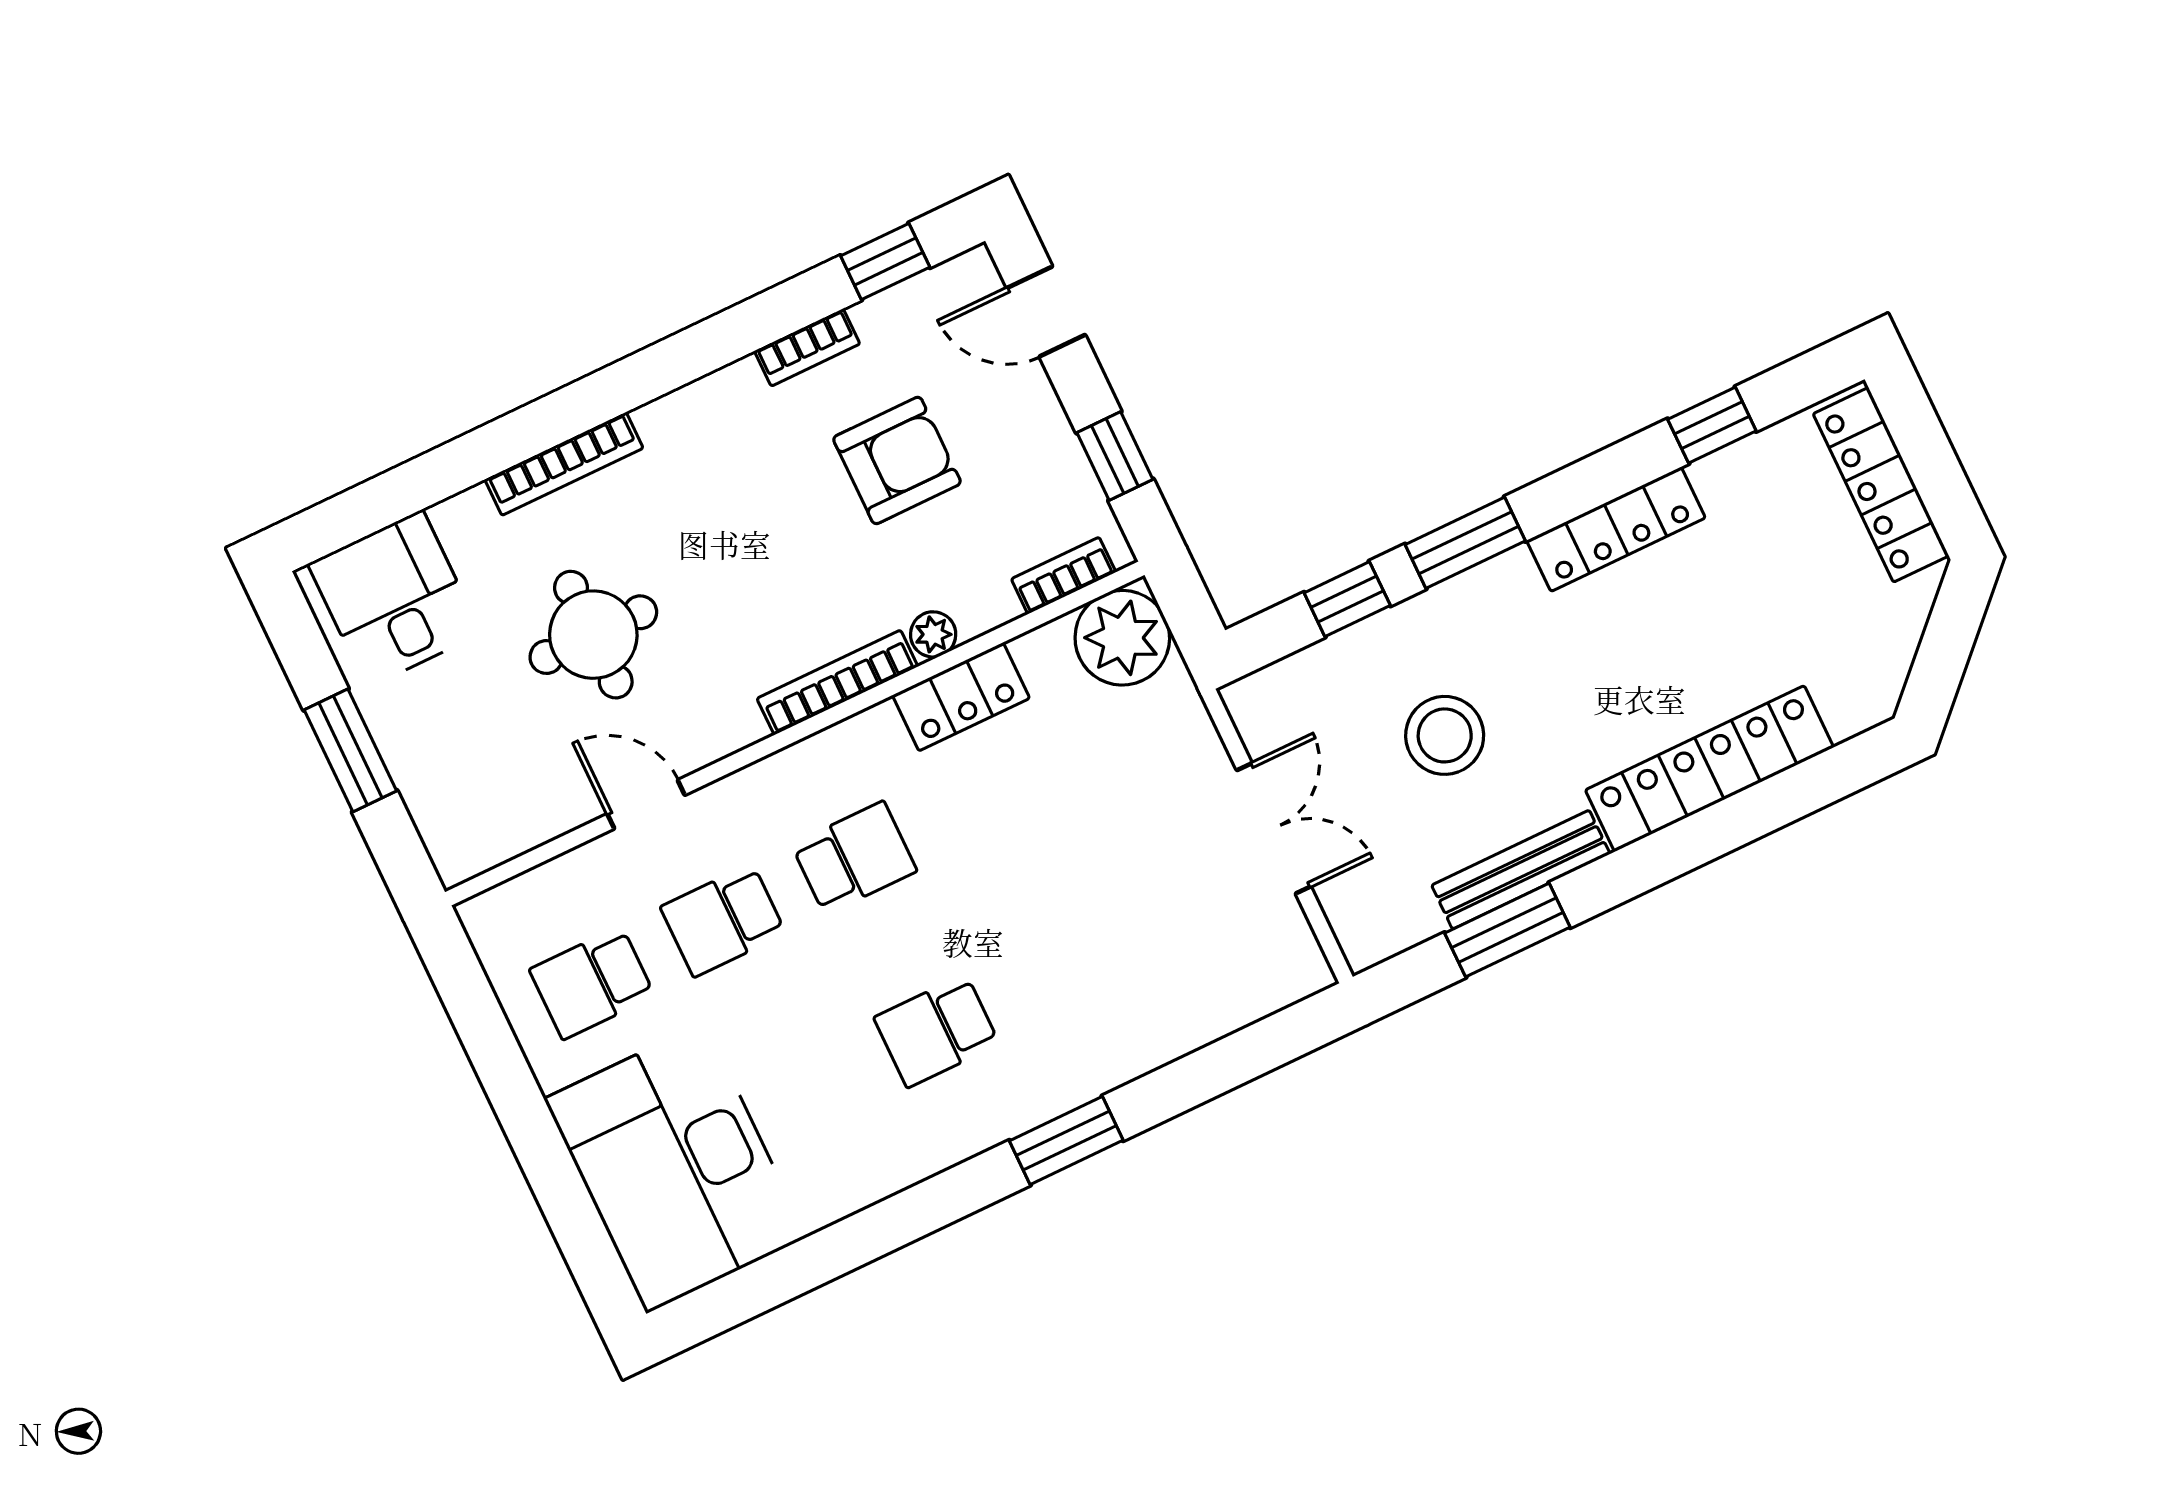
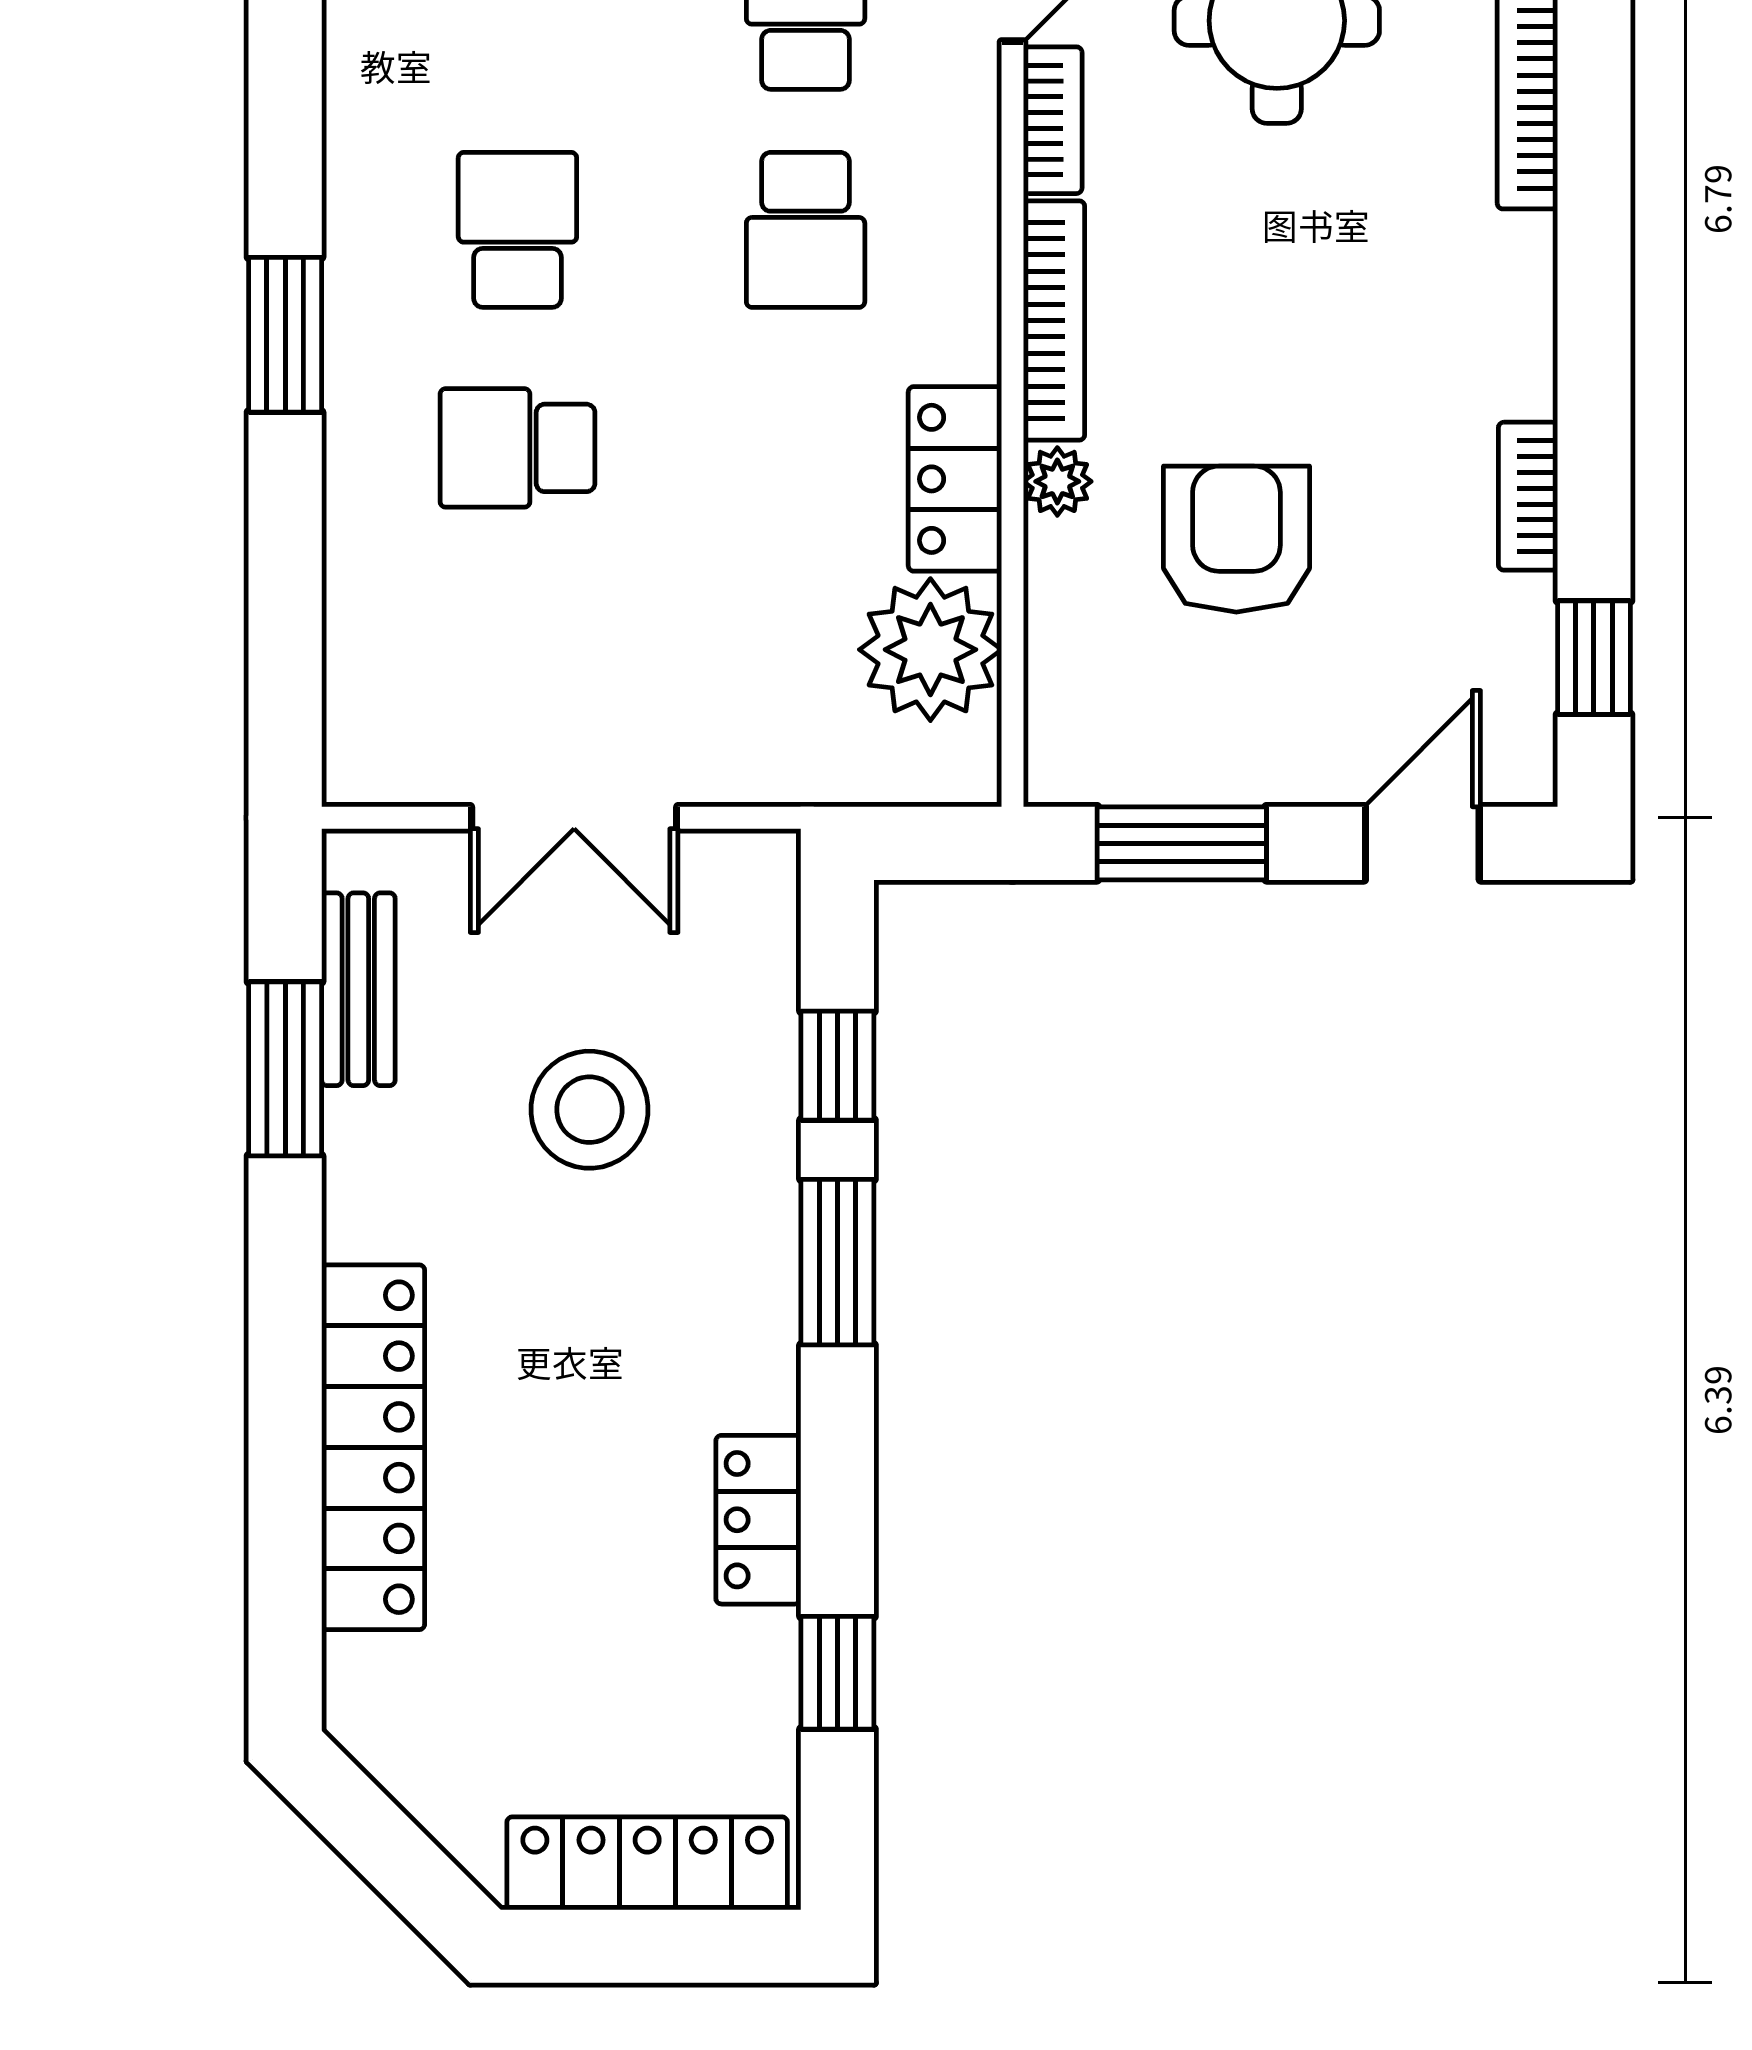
window: (1115, 456) -> (1182, 843), width x1.50
armchair: (897, 460) -> (1236, 539), moved, turned 180
locker: (1616, 529) -> (758, 1520), width x0.66
bookcase: (1064, 576) -> (1053, 120), moved
plant: (1122, 638) -> (930, 650), moved
bench: (1521, 870) -> (358, 989), moved, width x0.73
school desk: (1068, 968) -> (517, 448), added

